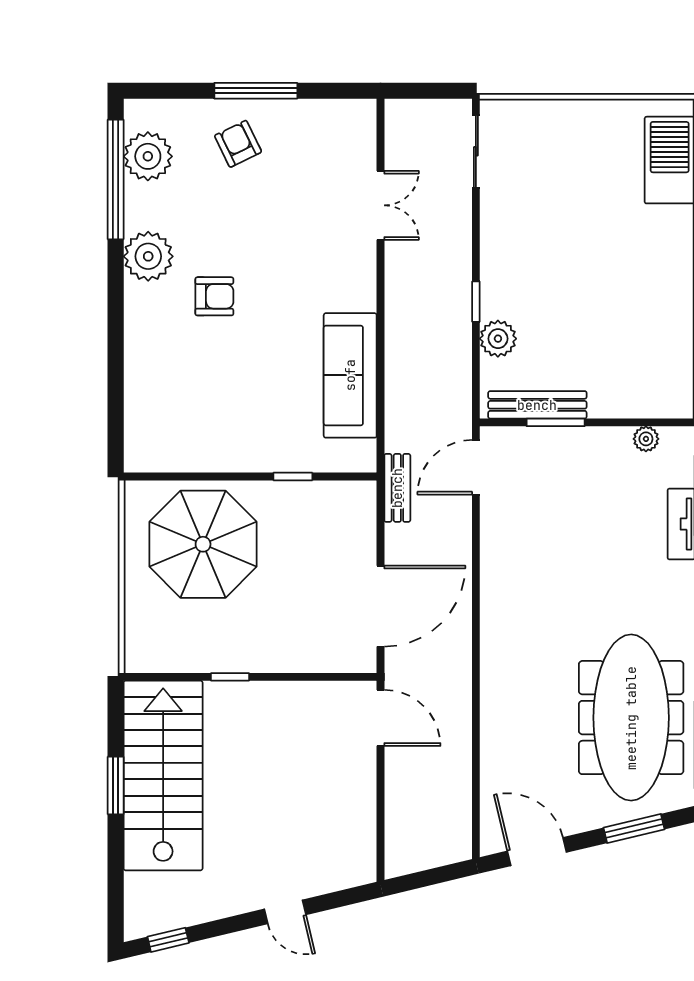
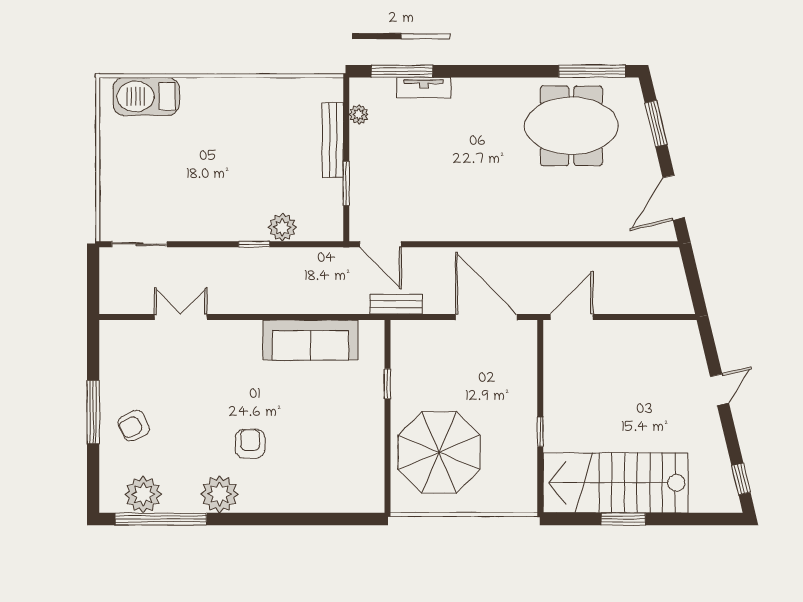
bench: (537, 405) -> (333, 140), moved
meeting table: (631, 718) -> (571, 126), width x0.73

